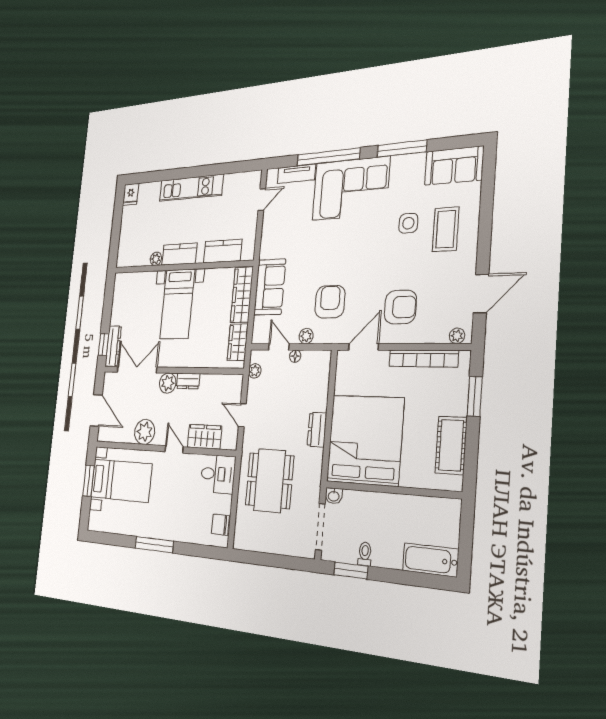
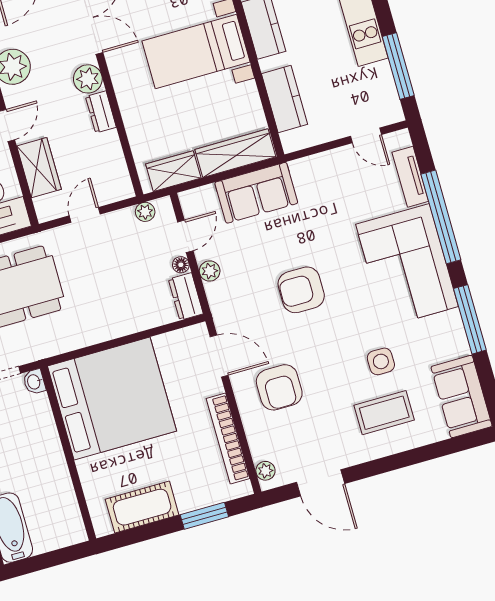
window: (230, 168) -> (398, 66), added
armchair: (330, 302) -> (301, 290), moved, turned 180
dresser: (317, 430) -> (186, 296), moved, turned -90

